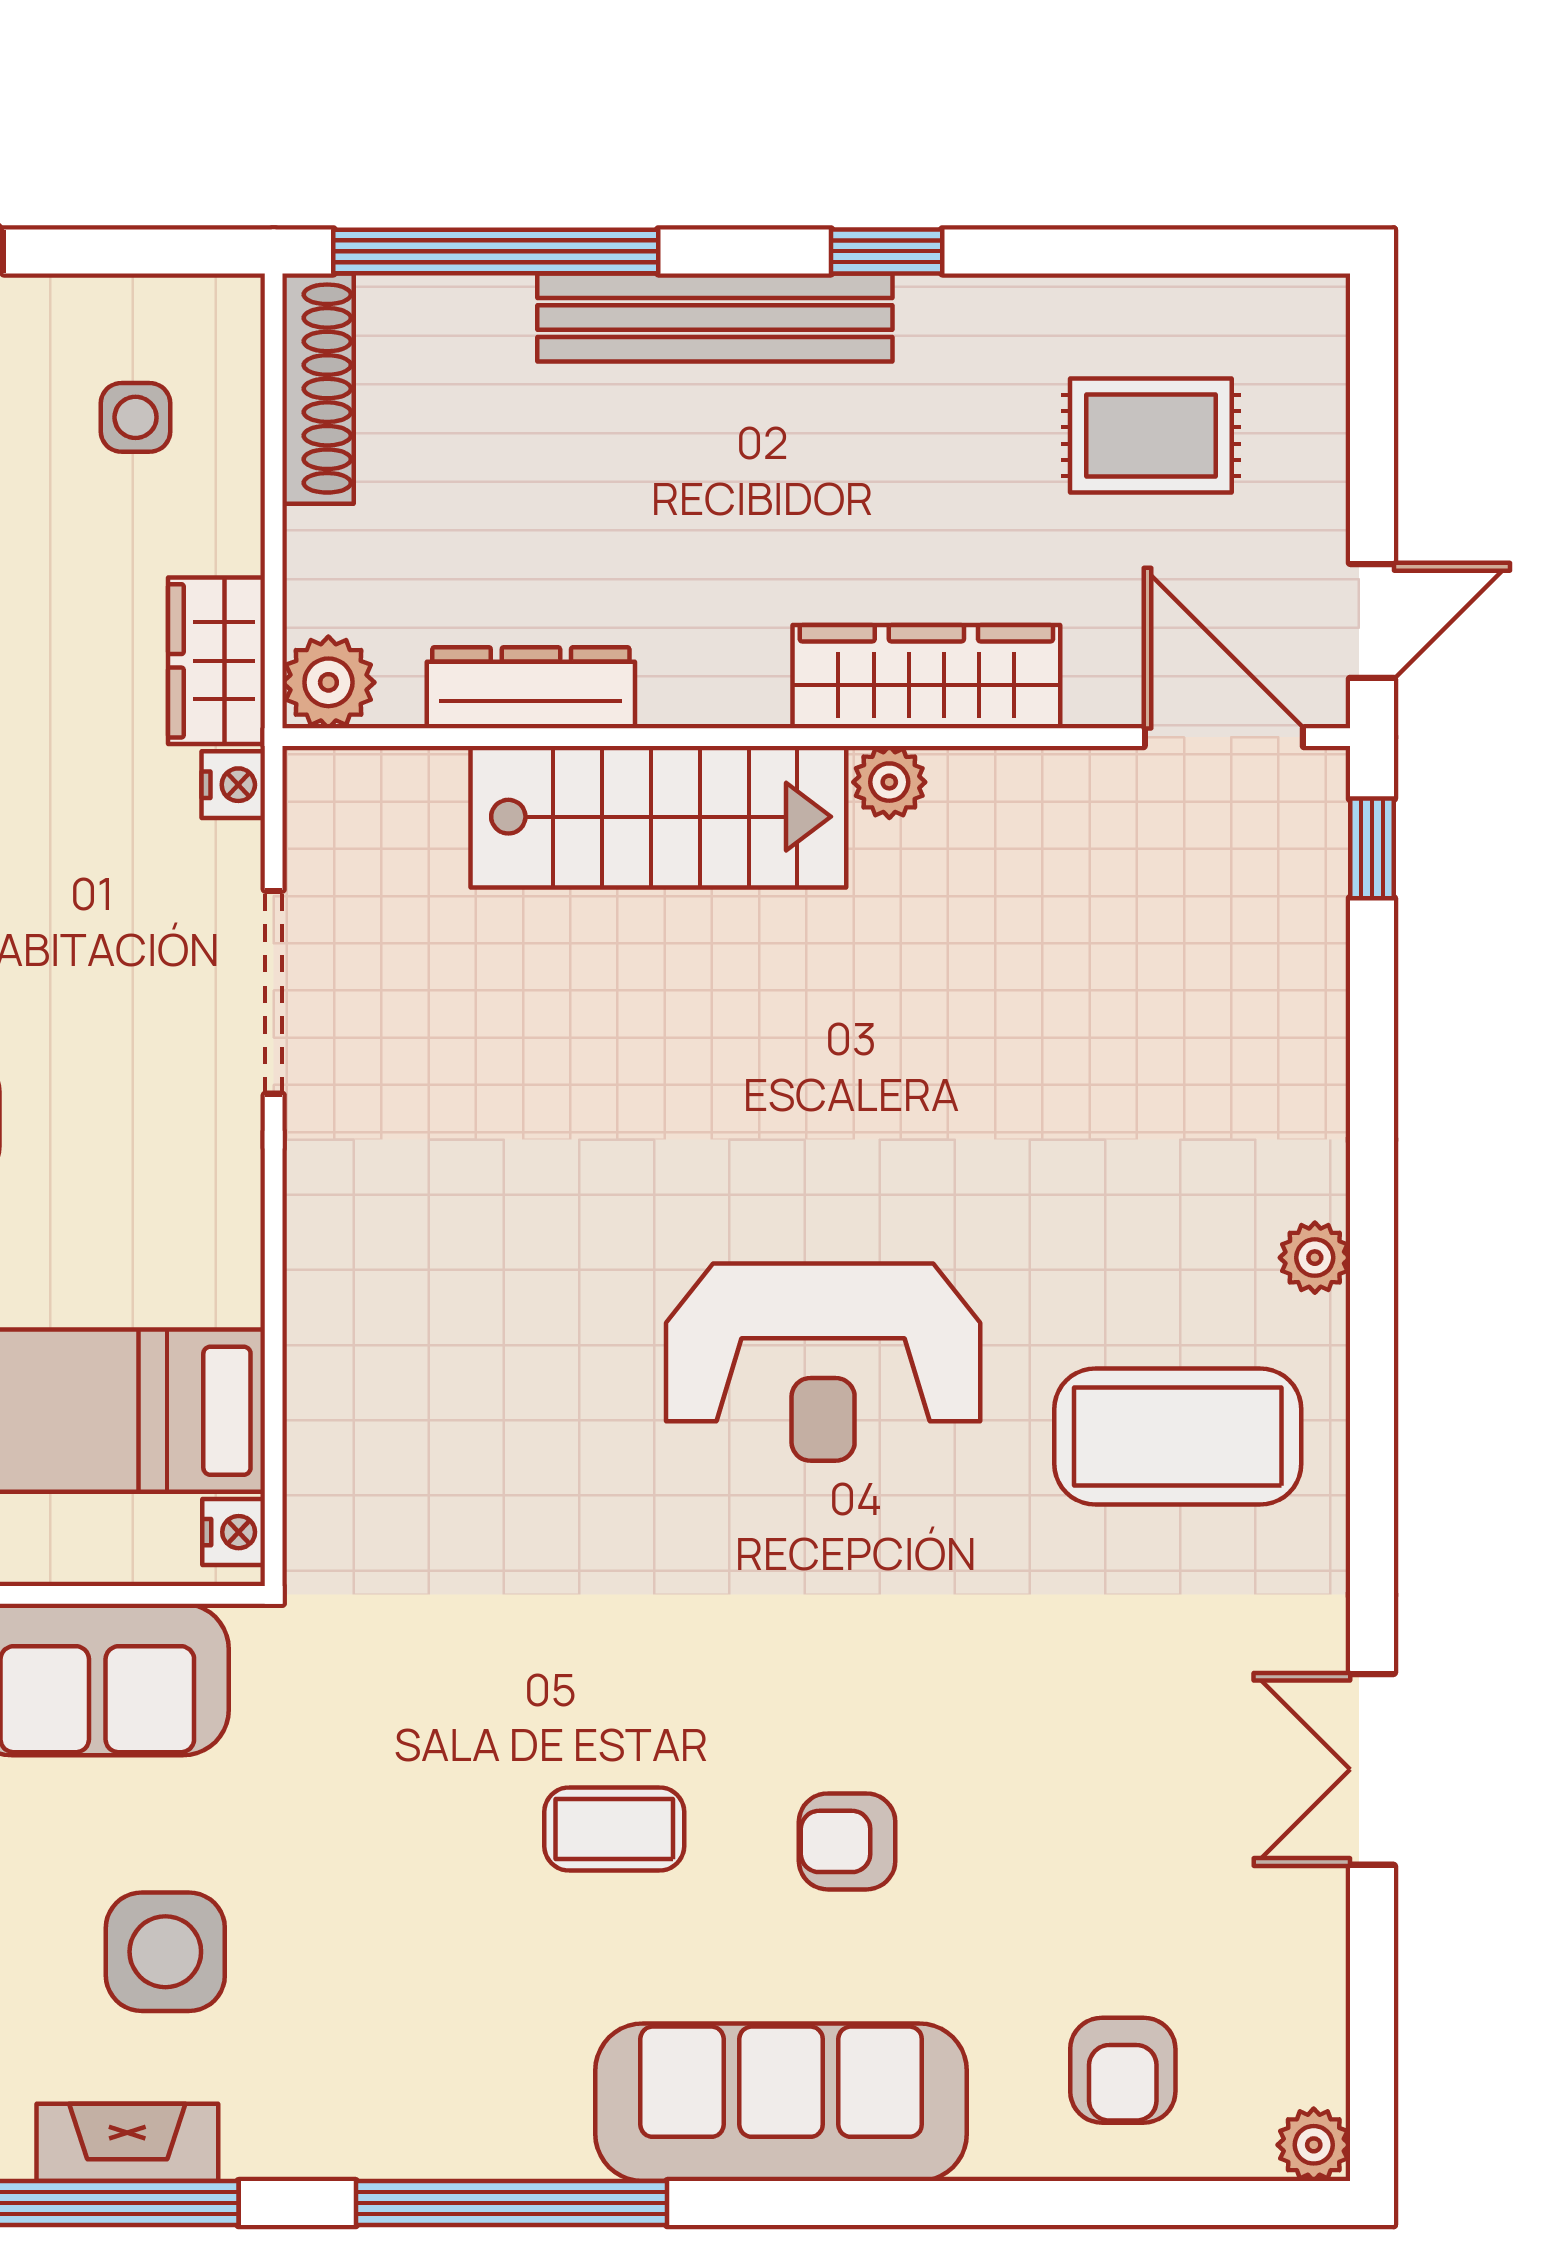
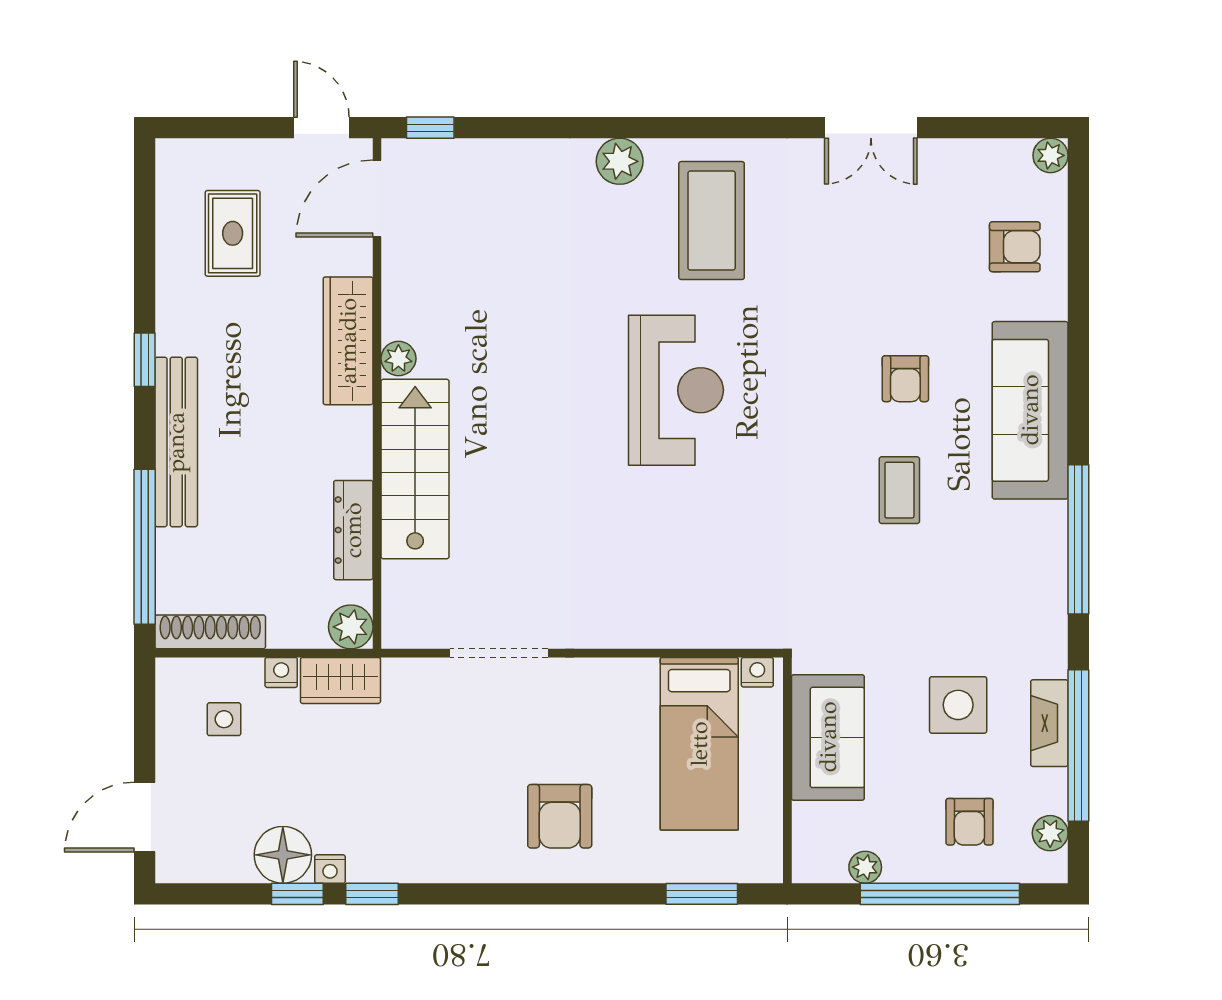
nightstand: (233, 785) -> (281, 672), moved
plant: (1315, 1258) -> (620, 161), width x1.38, depth x1.38

